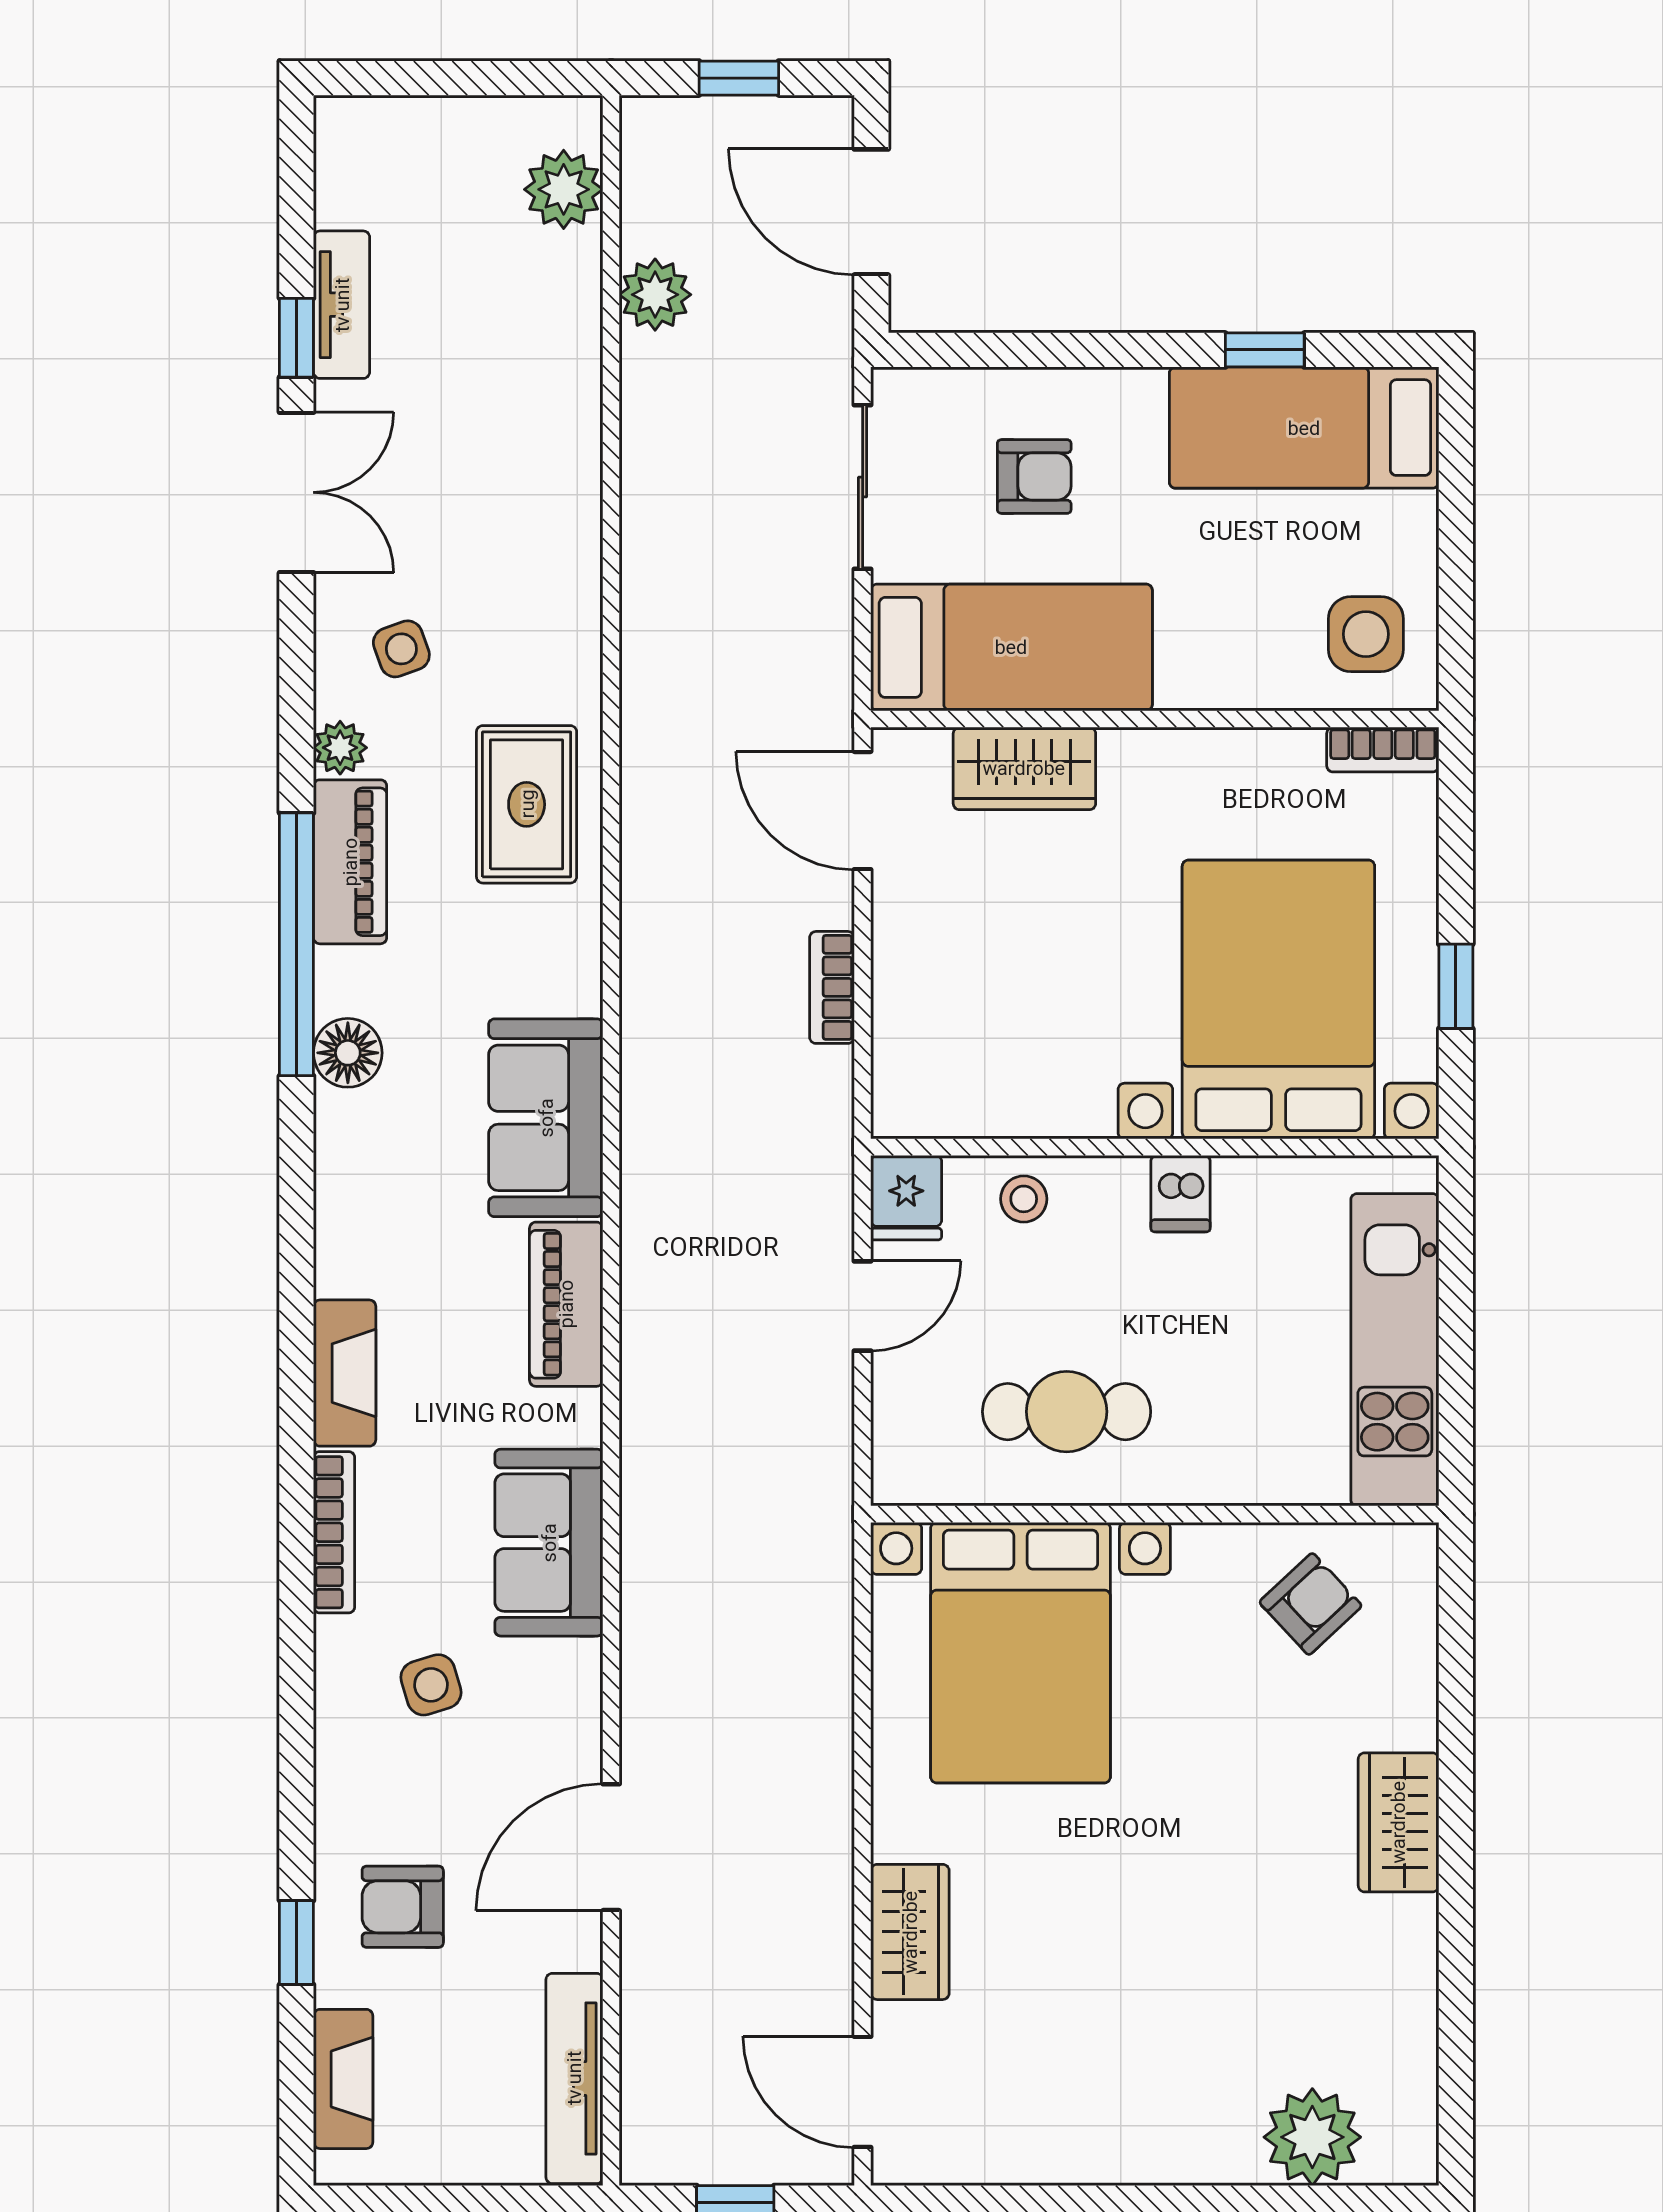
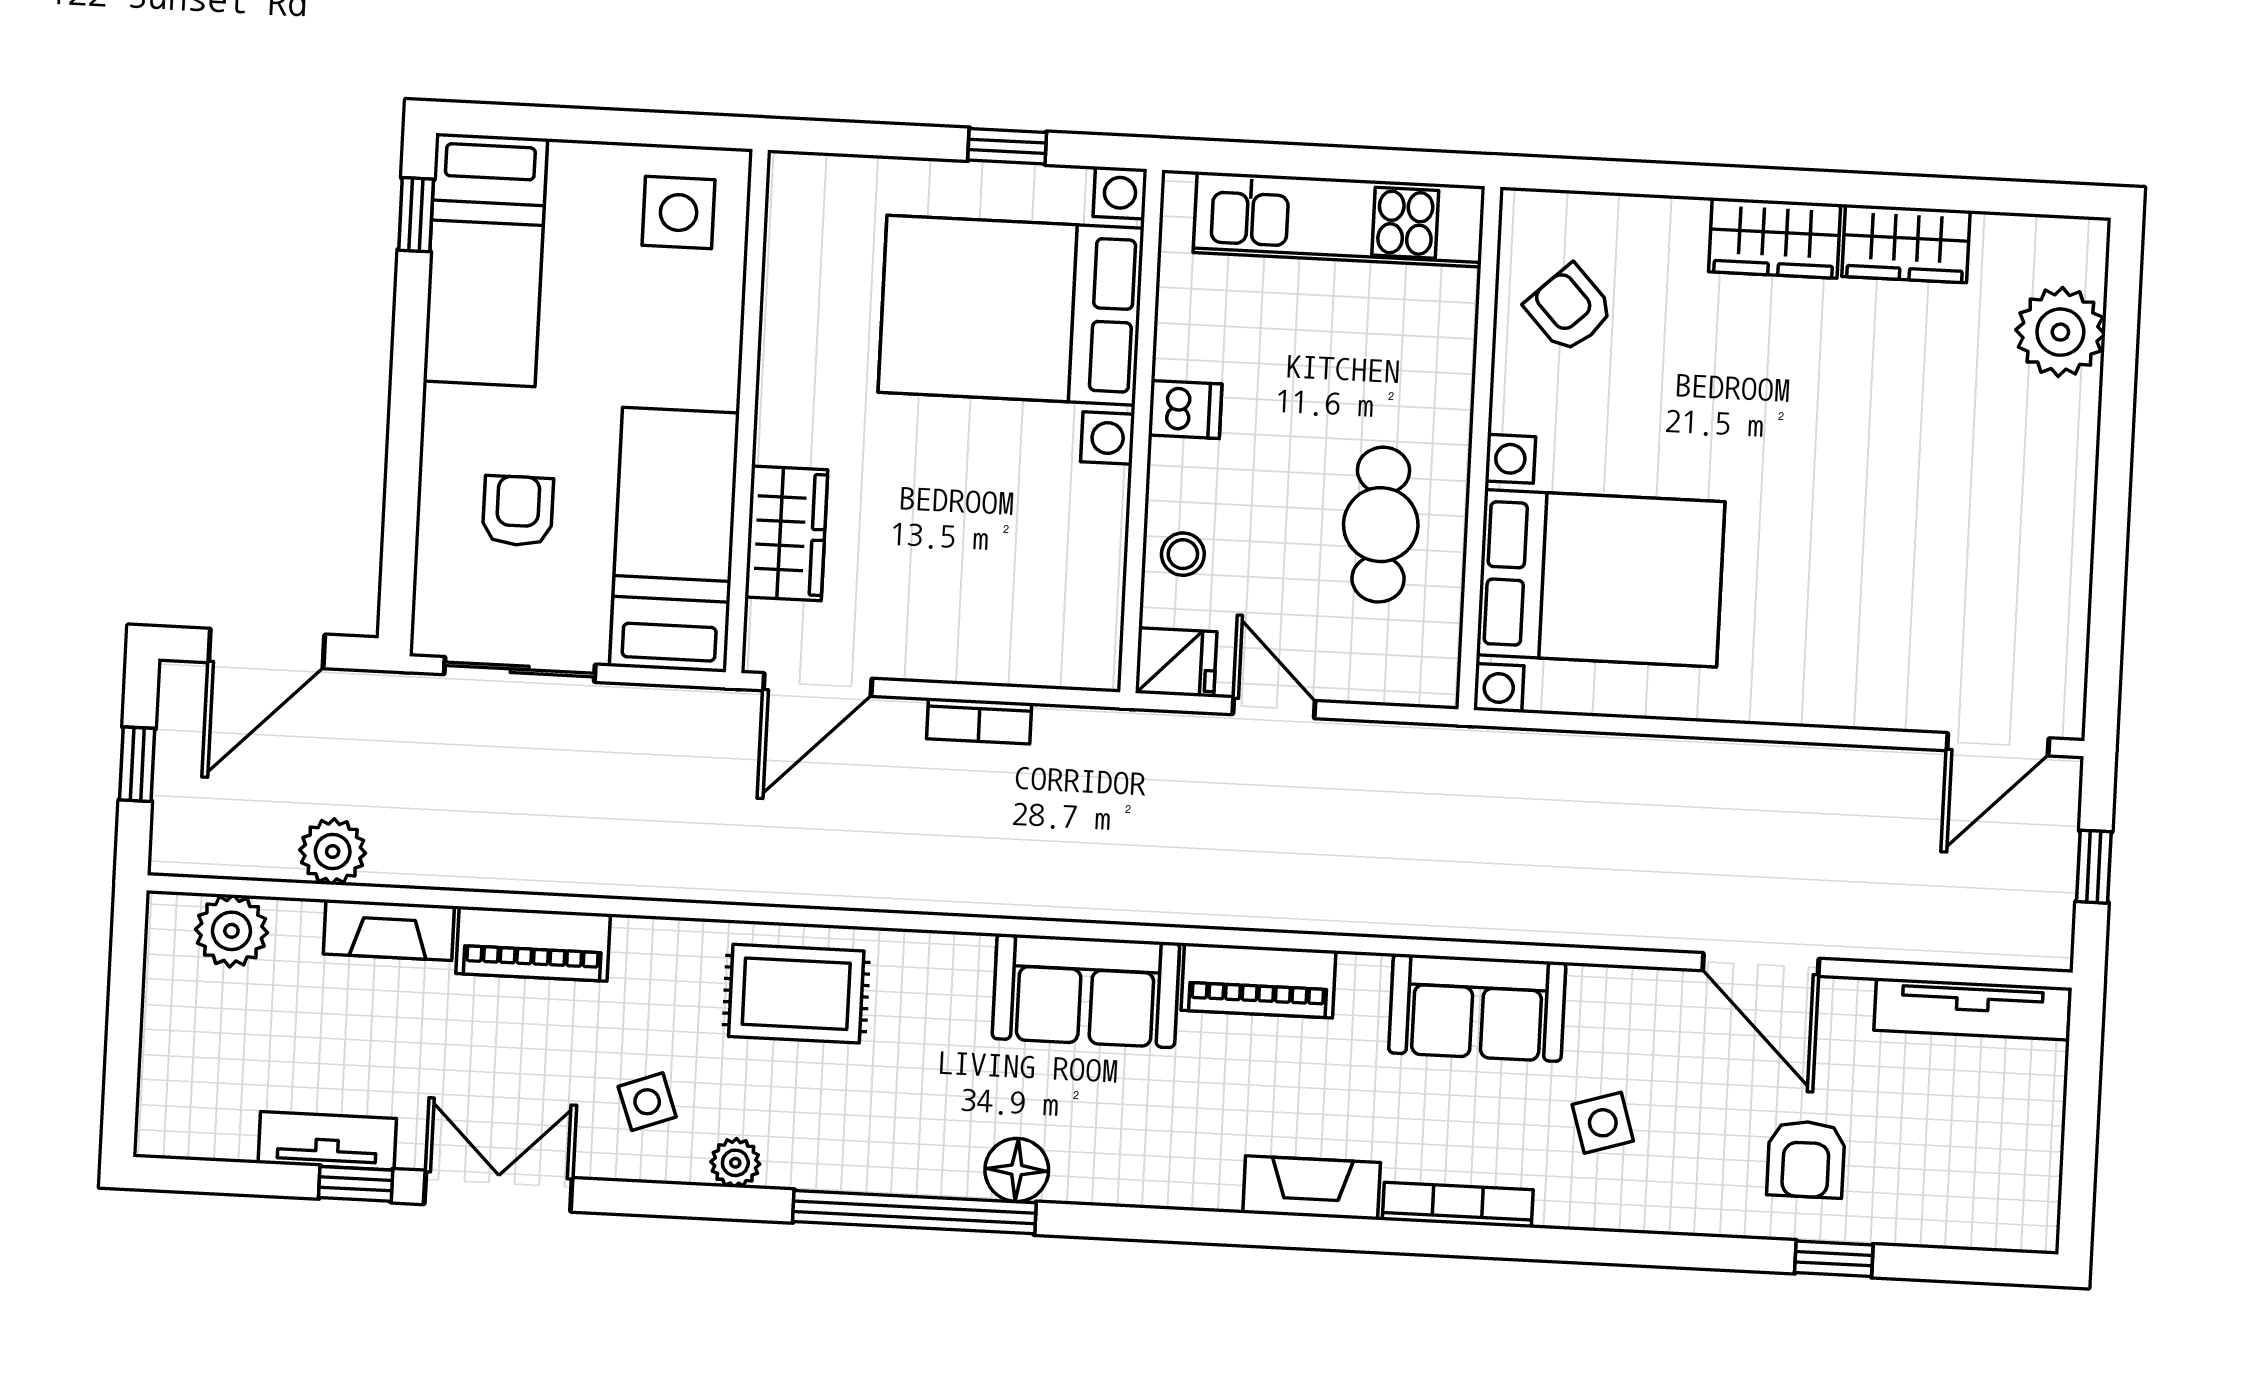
window: (1265, 350) -> (416, 215), moved
bookcase: (1383, 750) -> (786, 202), removed
piano: (350, 862) -> (533, 944), moved, turned 180
wardrobe: (910, 1932) -> (1906, 244), moved, turned 180
fireplace: (343, 2079) -> (389, 930), moved, turned 180

